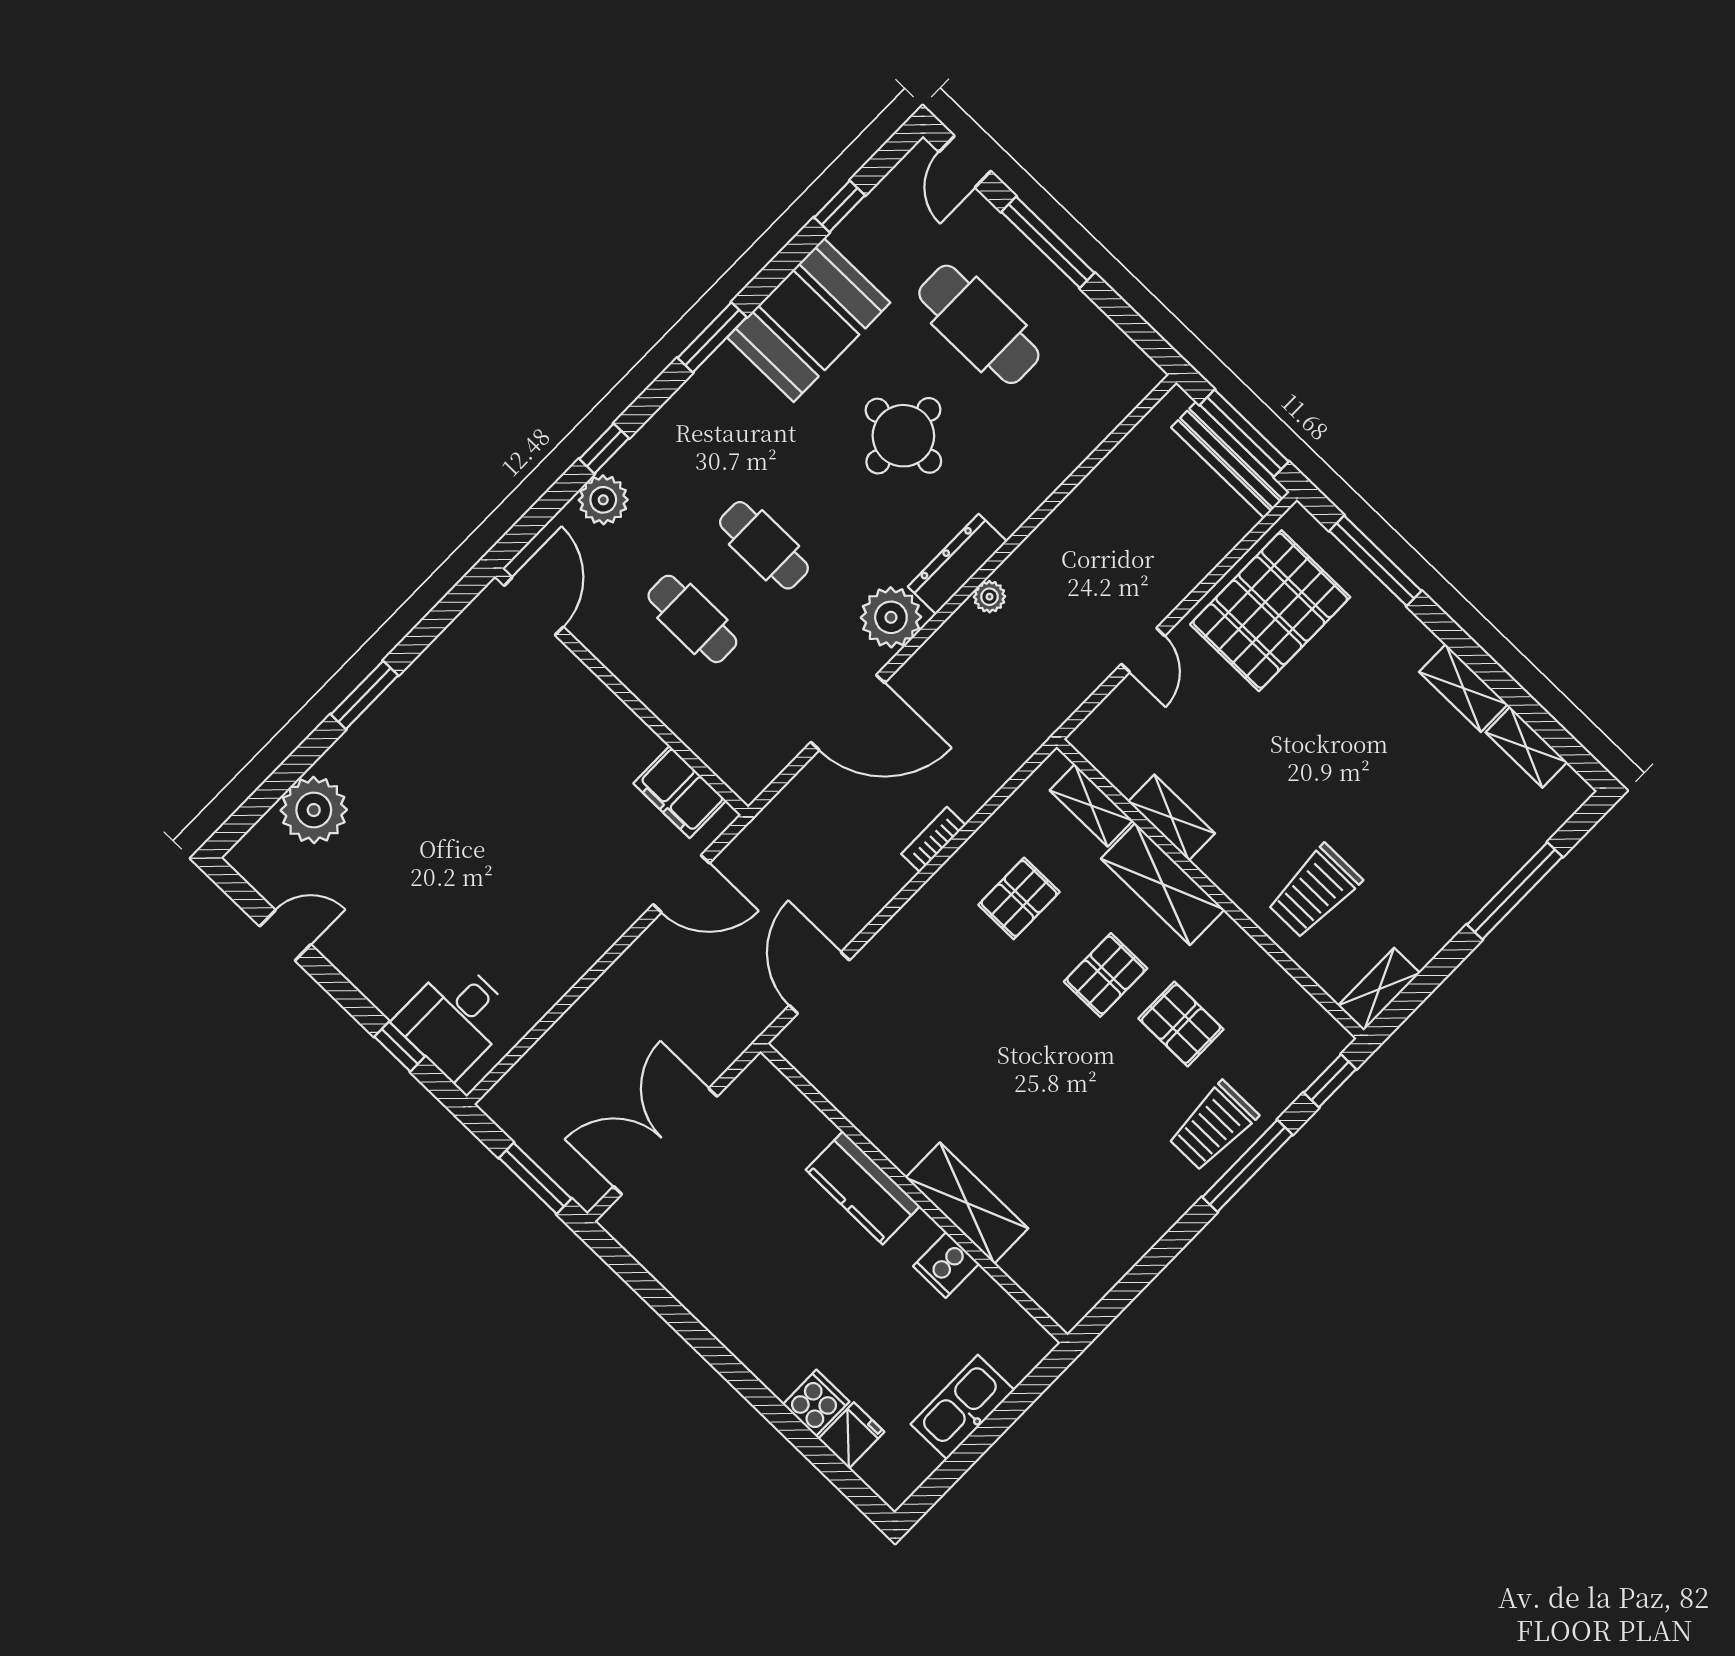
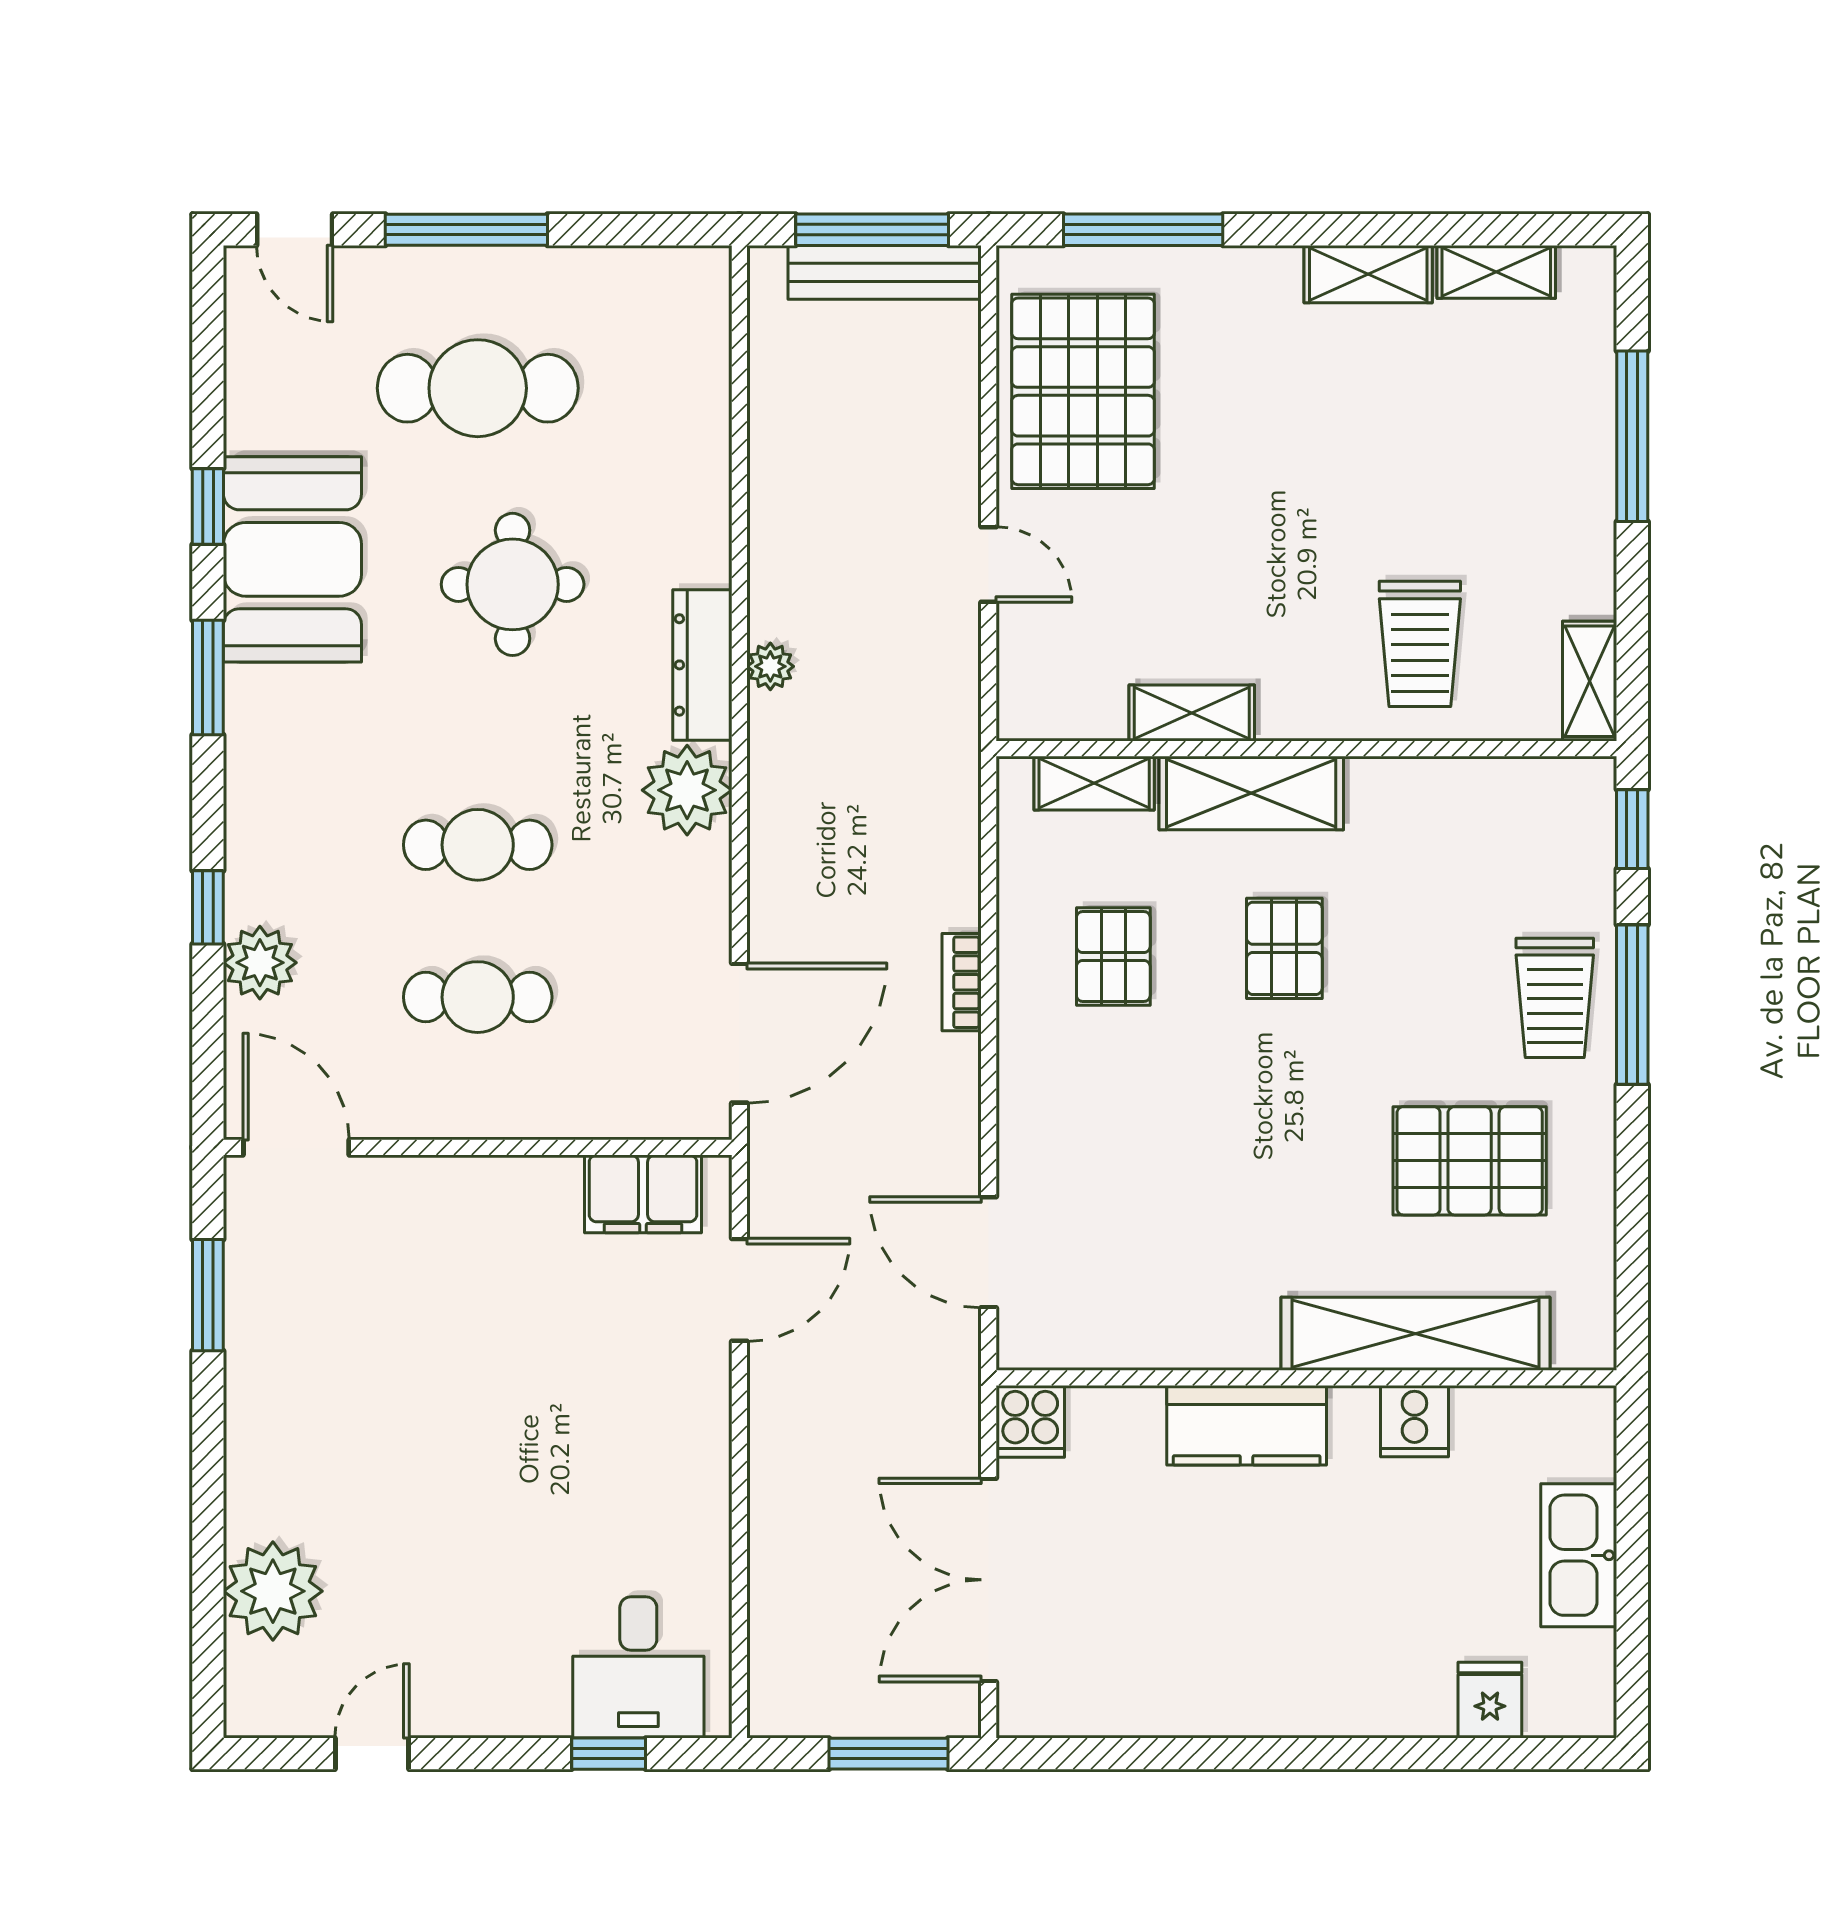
window: (840, 206) -> (208, 506), moved
window: (364, 695) -> (208, 1295), moved
door: (848, 712) -> (739, 1033), moved
pallet: (1181, 1024) -> (1470, 1161), moved, width x1.50, depth x1.42
shelving: (967, 1203) -> (1415, 1334), width x1.47
cooker: (816, 1403) -> (1030, 1421), moved, turned 180

